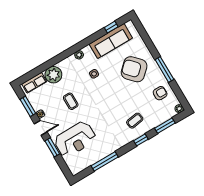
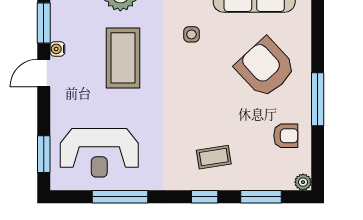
coffee table: (71, 101) -> (123, 58), width x1.86, depth x1.72
door: (41, 128) -> (44, 73), swing flipped
reception desk: (75, 139) -> (99, 153), moved
window: (52, 147) -> (44, 154), moved

